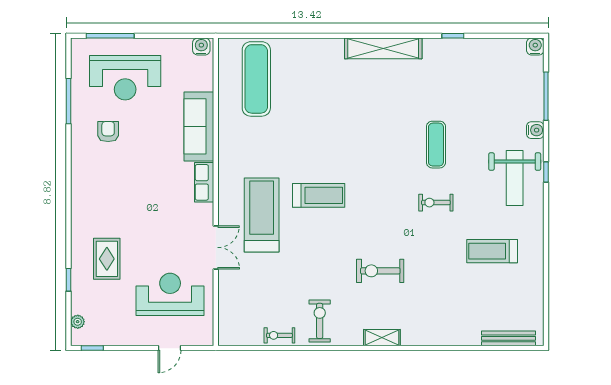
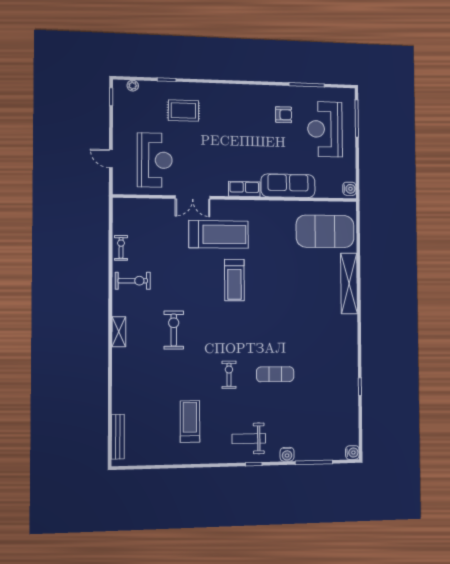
shelving: (383, 48) -> (349, 283), moved
exercise mat: (256, 79) -> (325, 231), width x1.47
weight bench: (515, 178) -> (249, 439), width x0.73, depth x0.75

